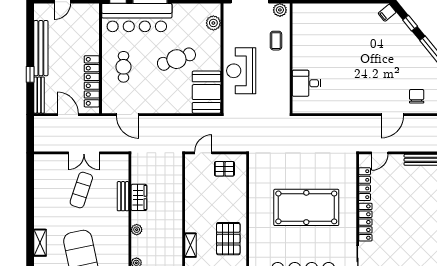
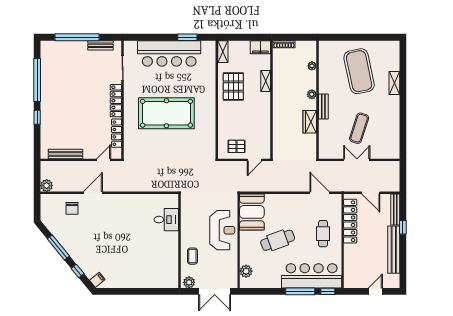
bench: (123, 196) -> (323, 107), moved

